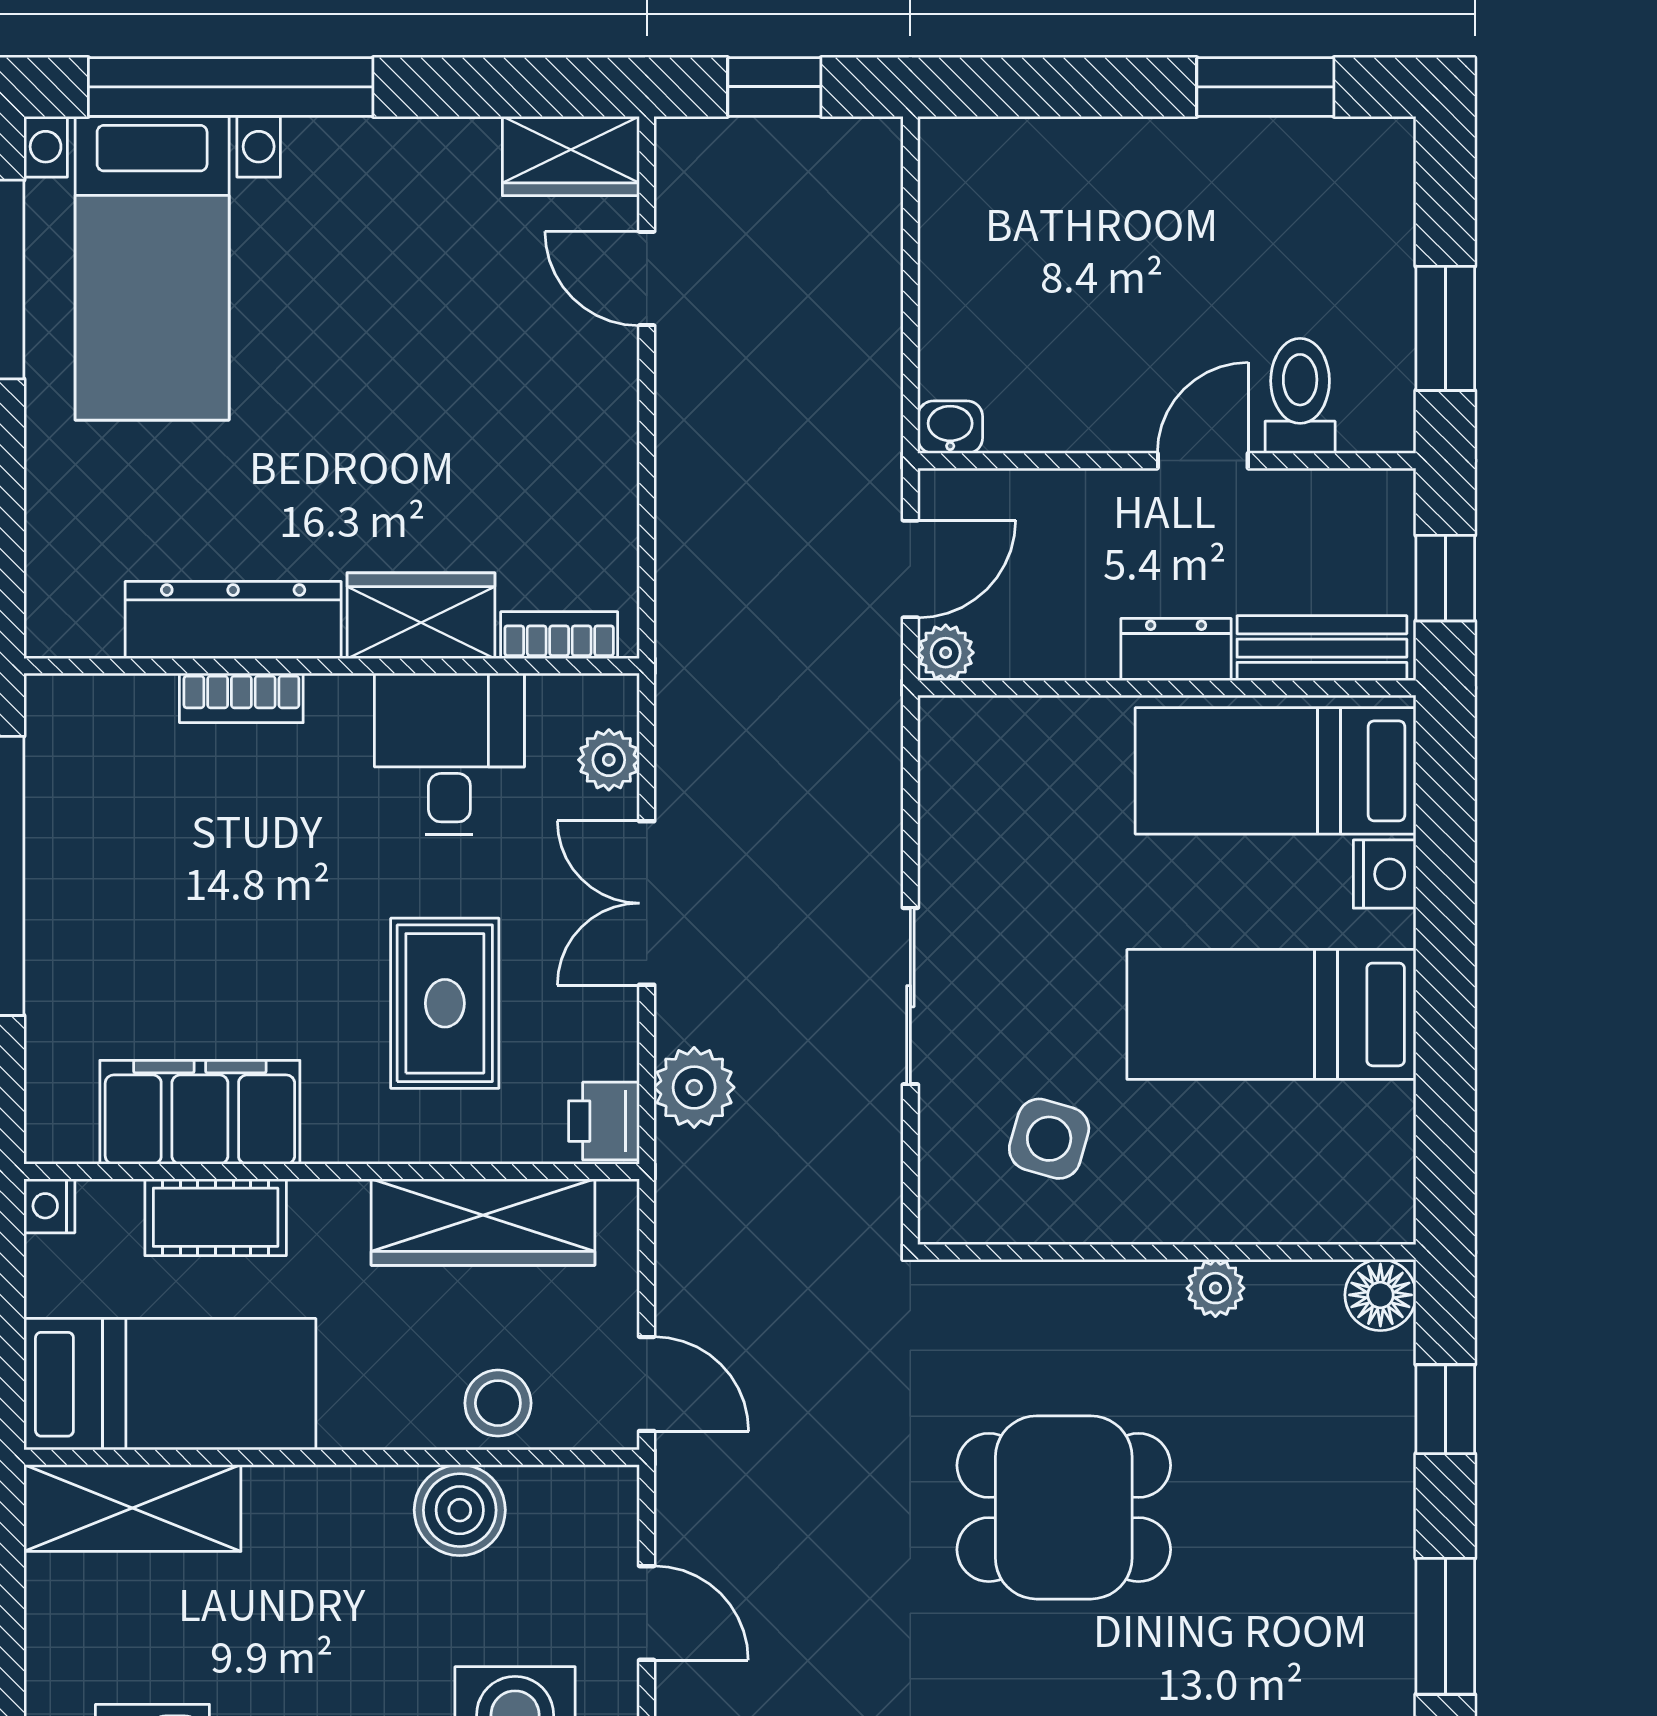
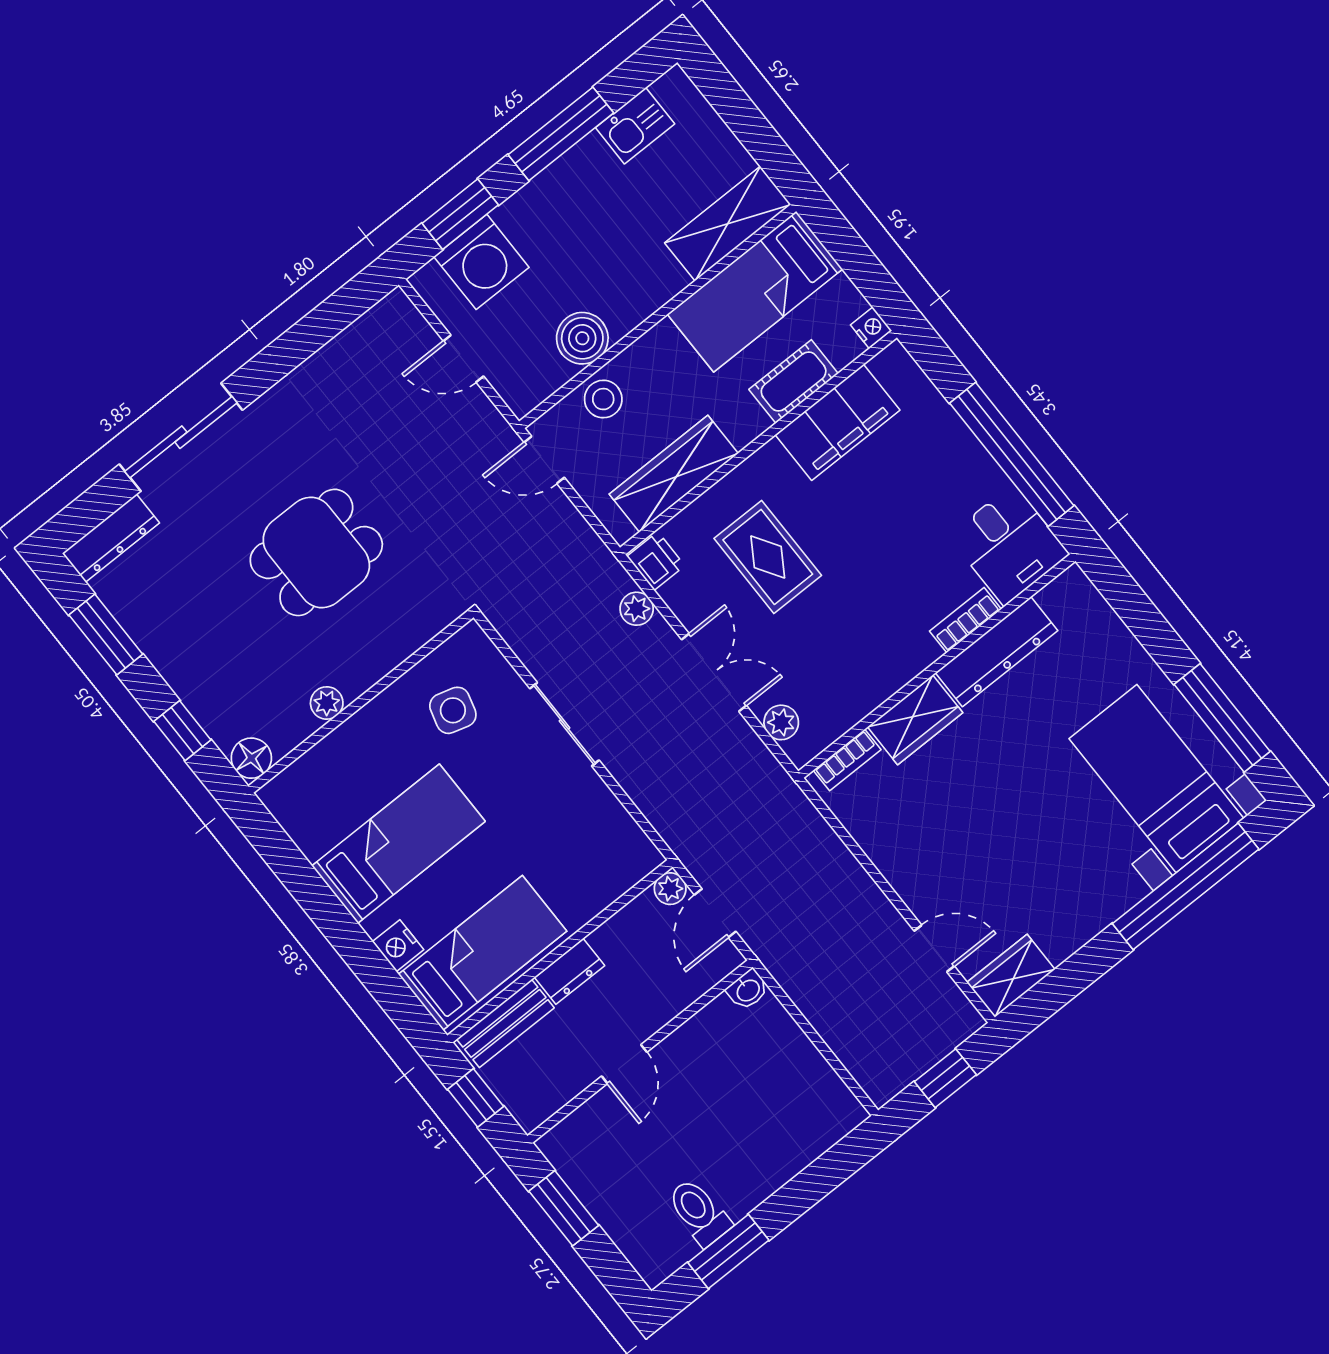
toilet: (1300, 396) -> (699, 1212), moved, turned 180
desk: (449, 754) -> (1009, 545), moved
plant: (694, 1087) -> (637, 609), width x0.73, depth x0.73

